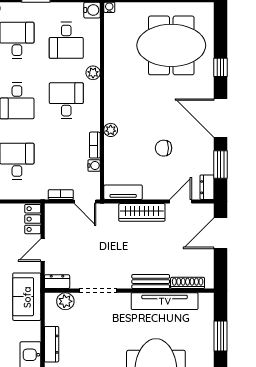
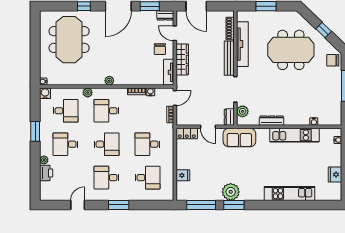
plant: (111, 130) -> (109, 81), moved
chair: (163, 148) -> (160, 49), moved
bench: (151, 282) -> (229, 58), width x1.36

